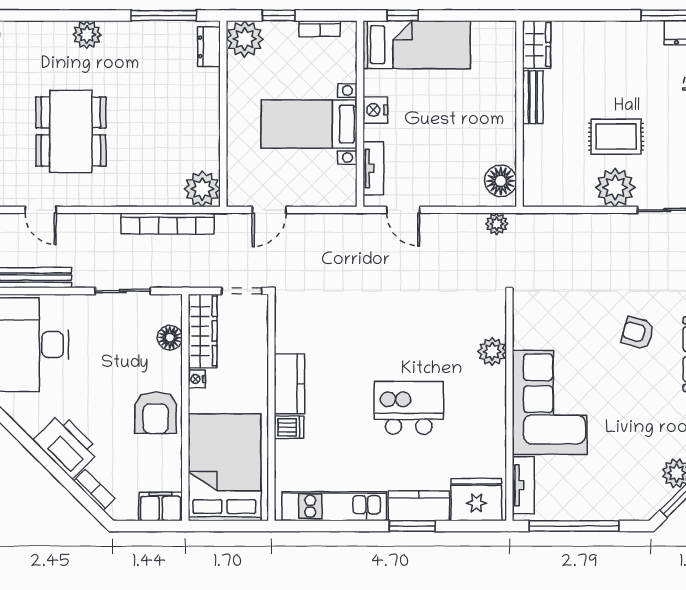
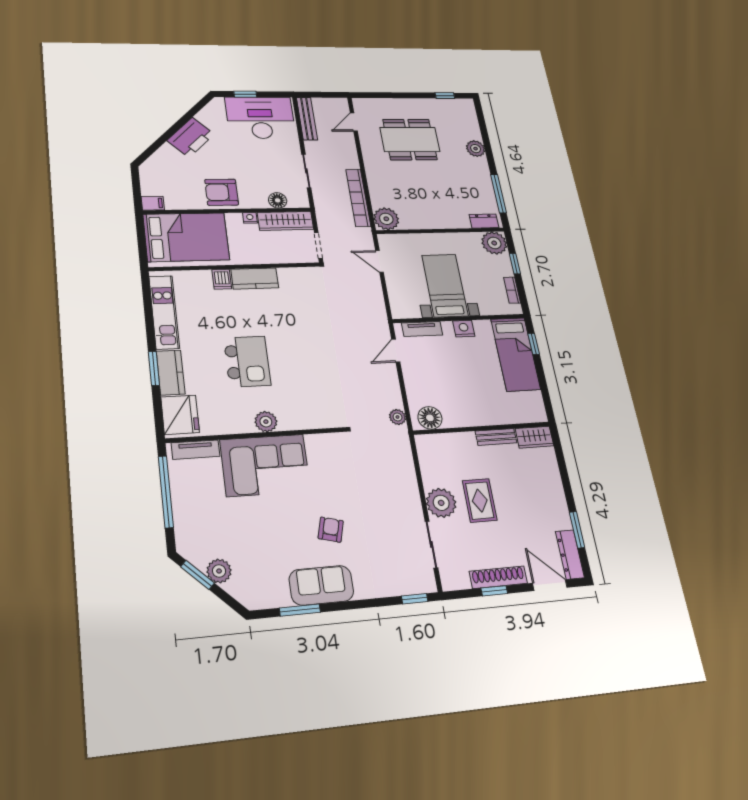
plant: (492, 352) -> (266, 422), moved
bookcase: (94, 490) -> (160, 154), removed
filing cabinet: (161, 507) -> (153, 203), width x0.50

